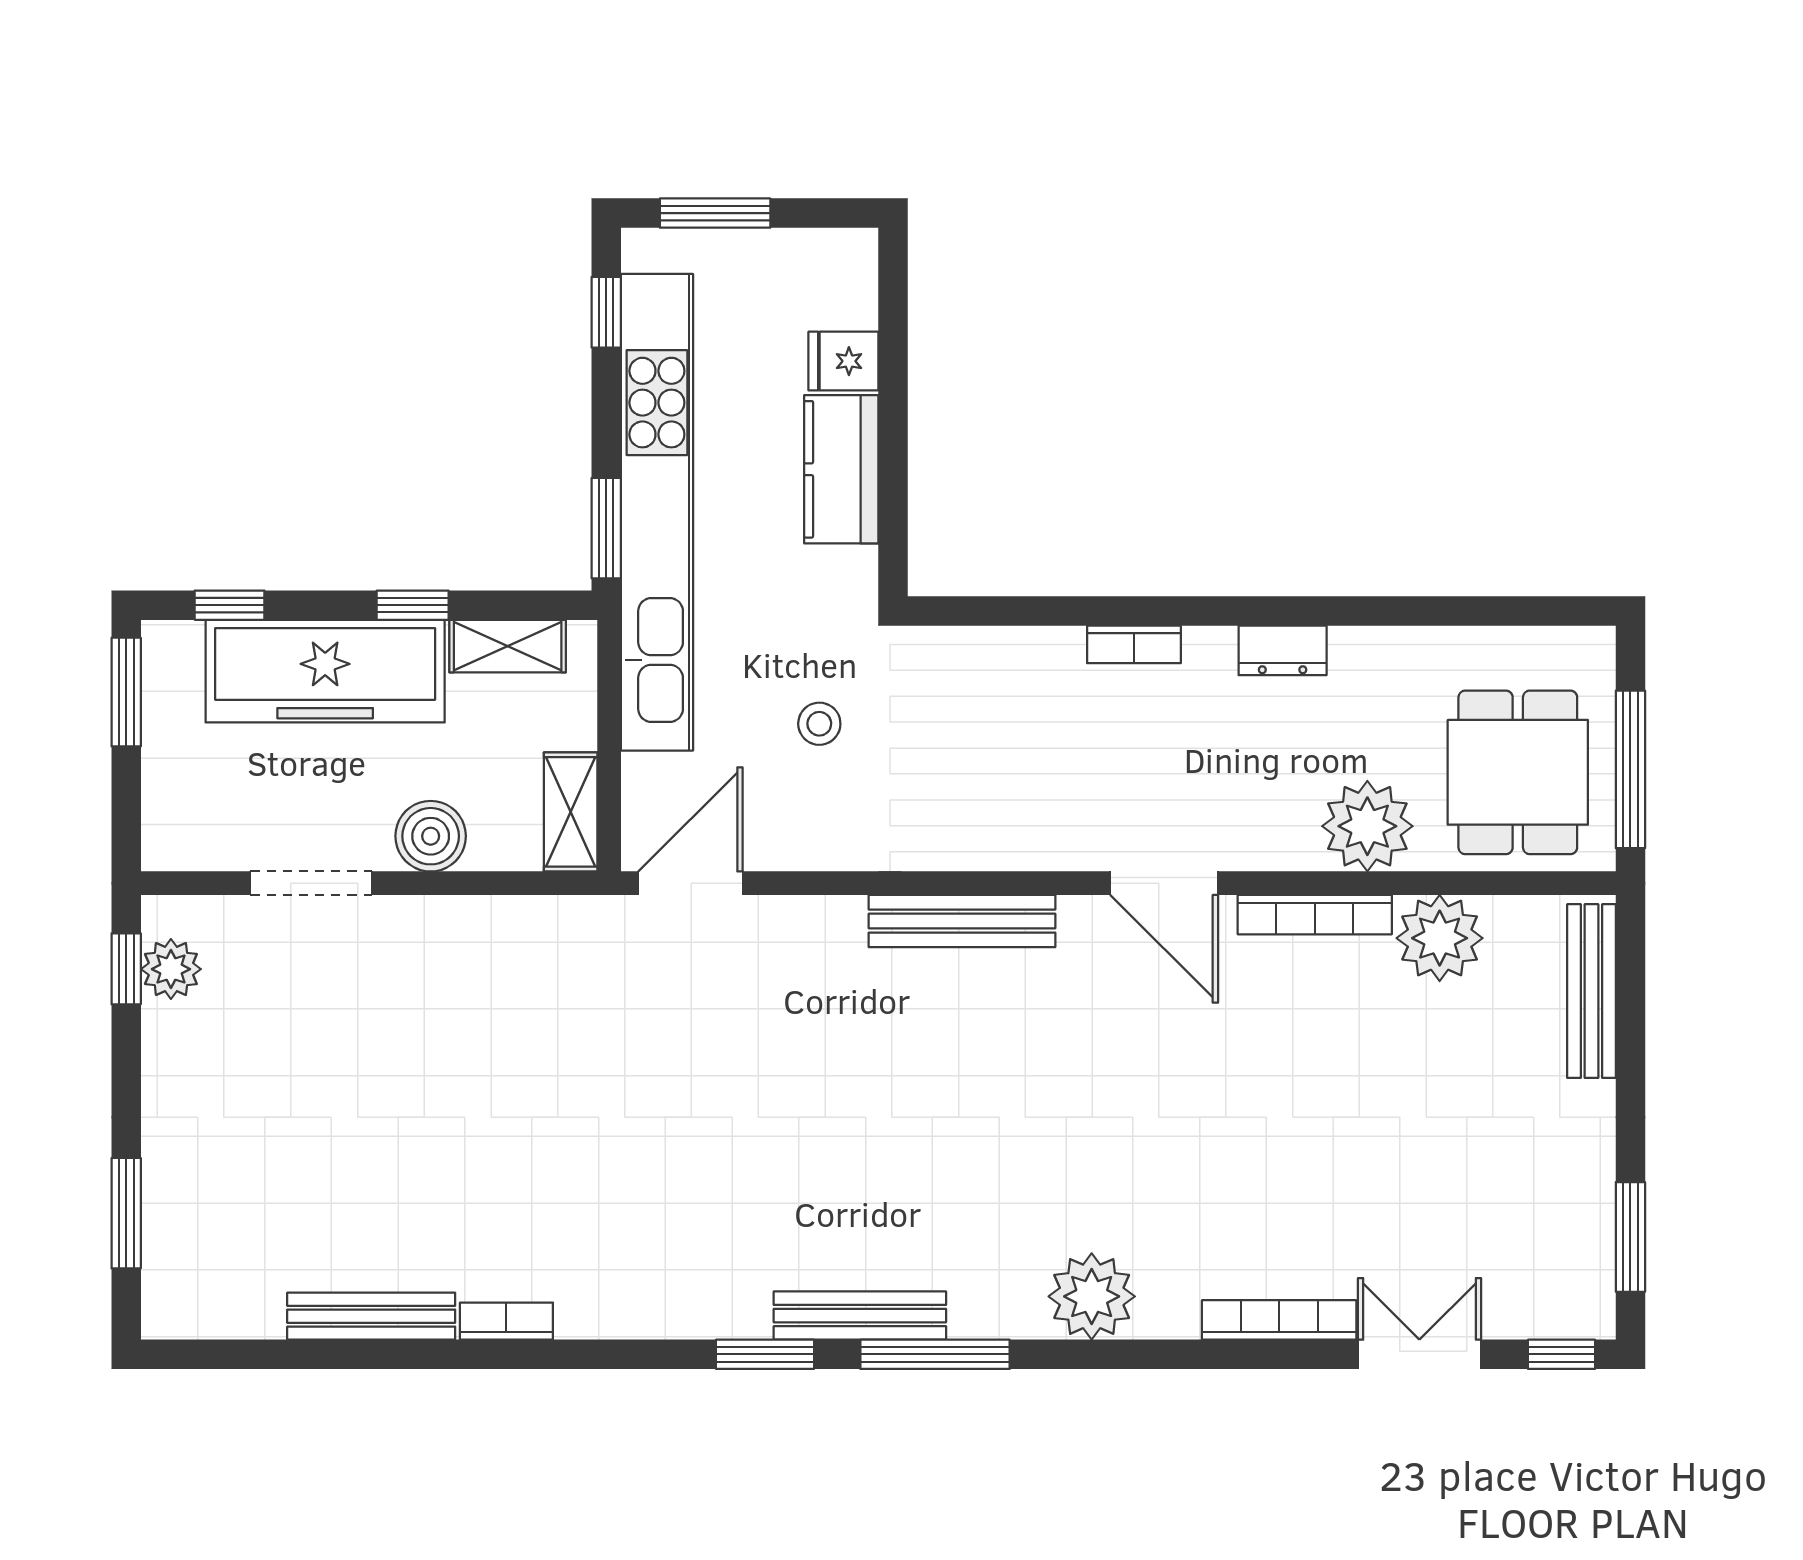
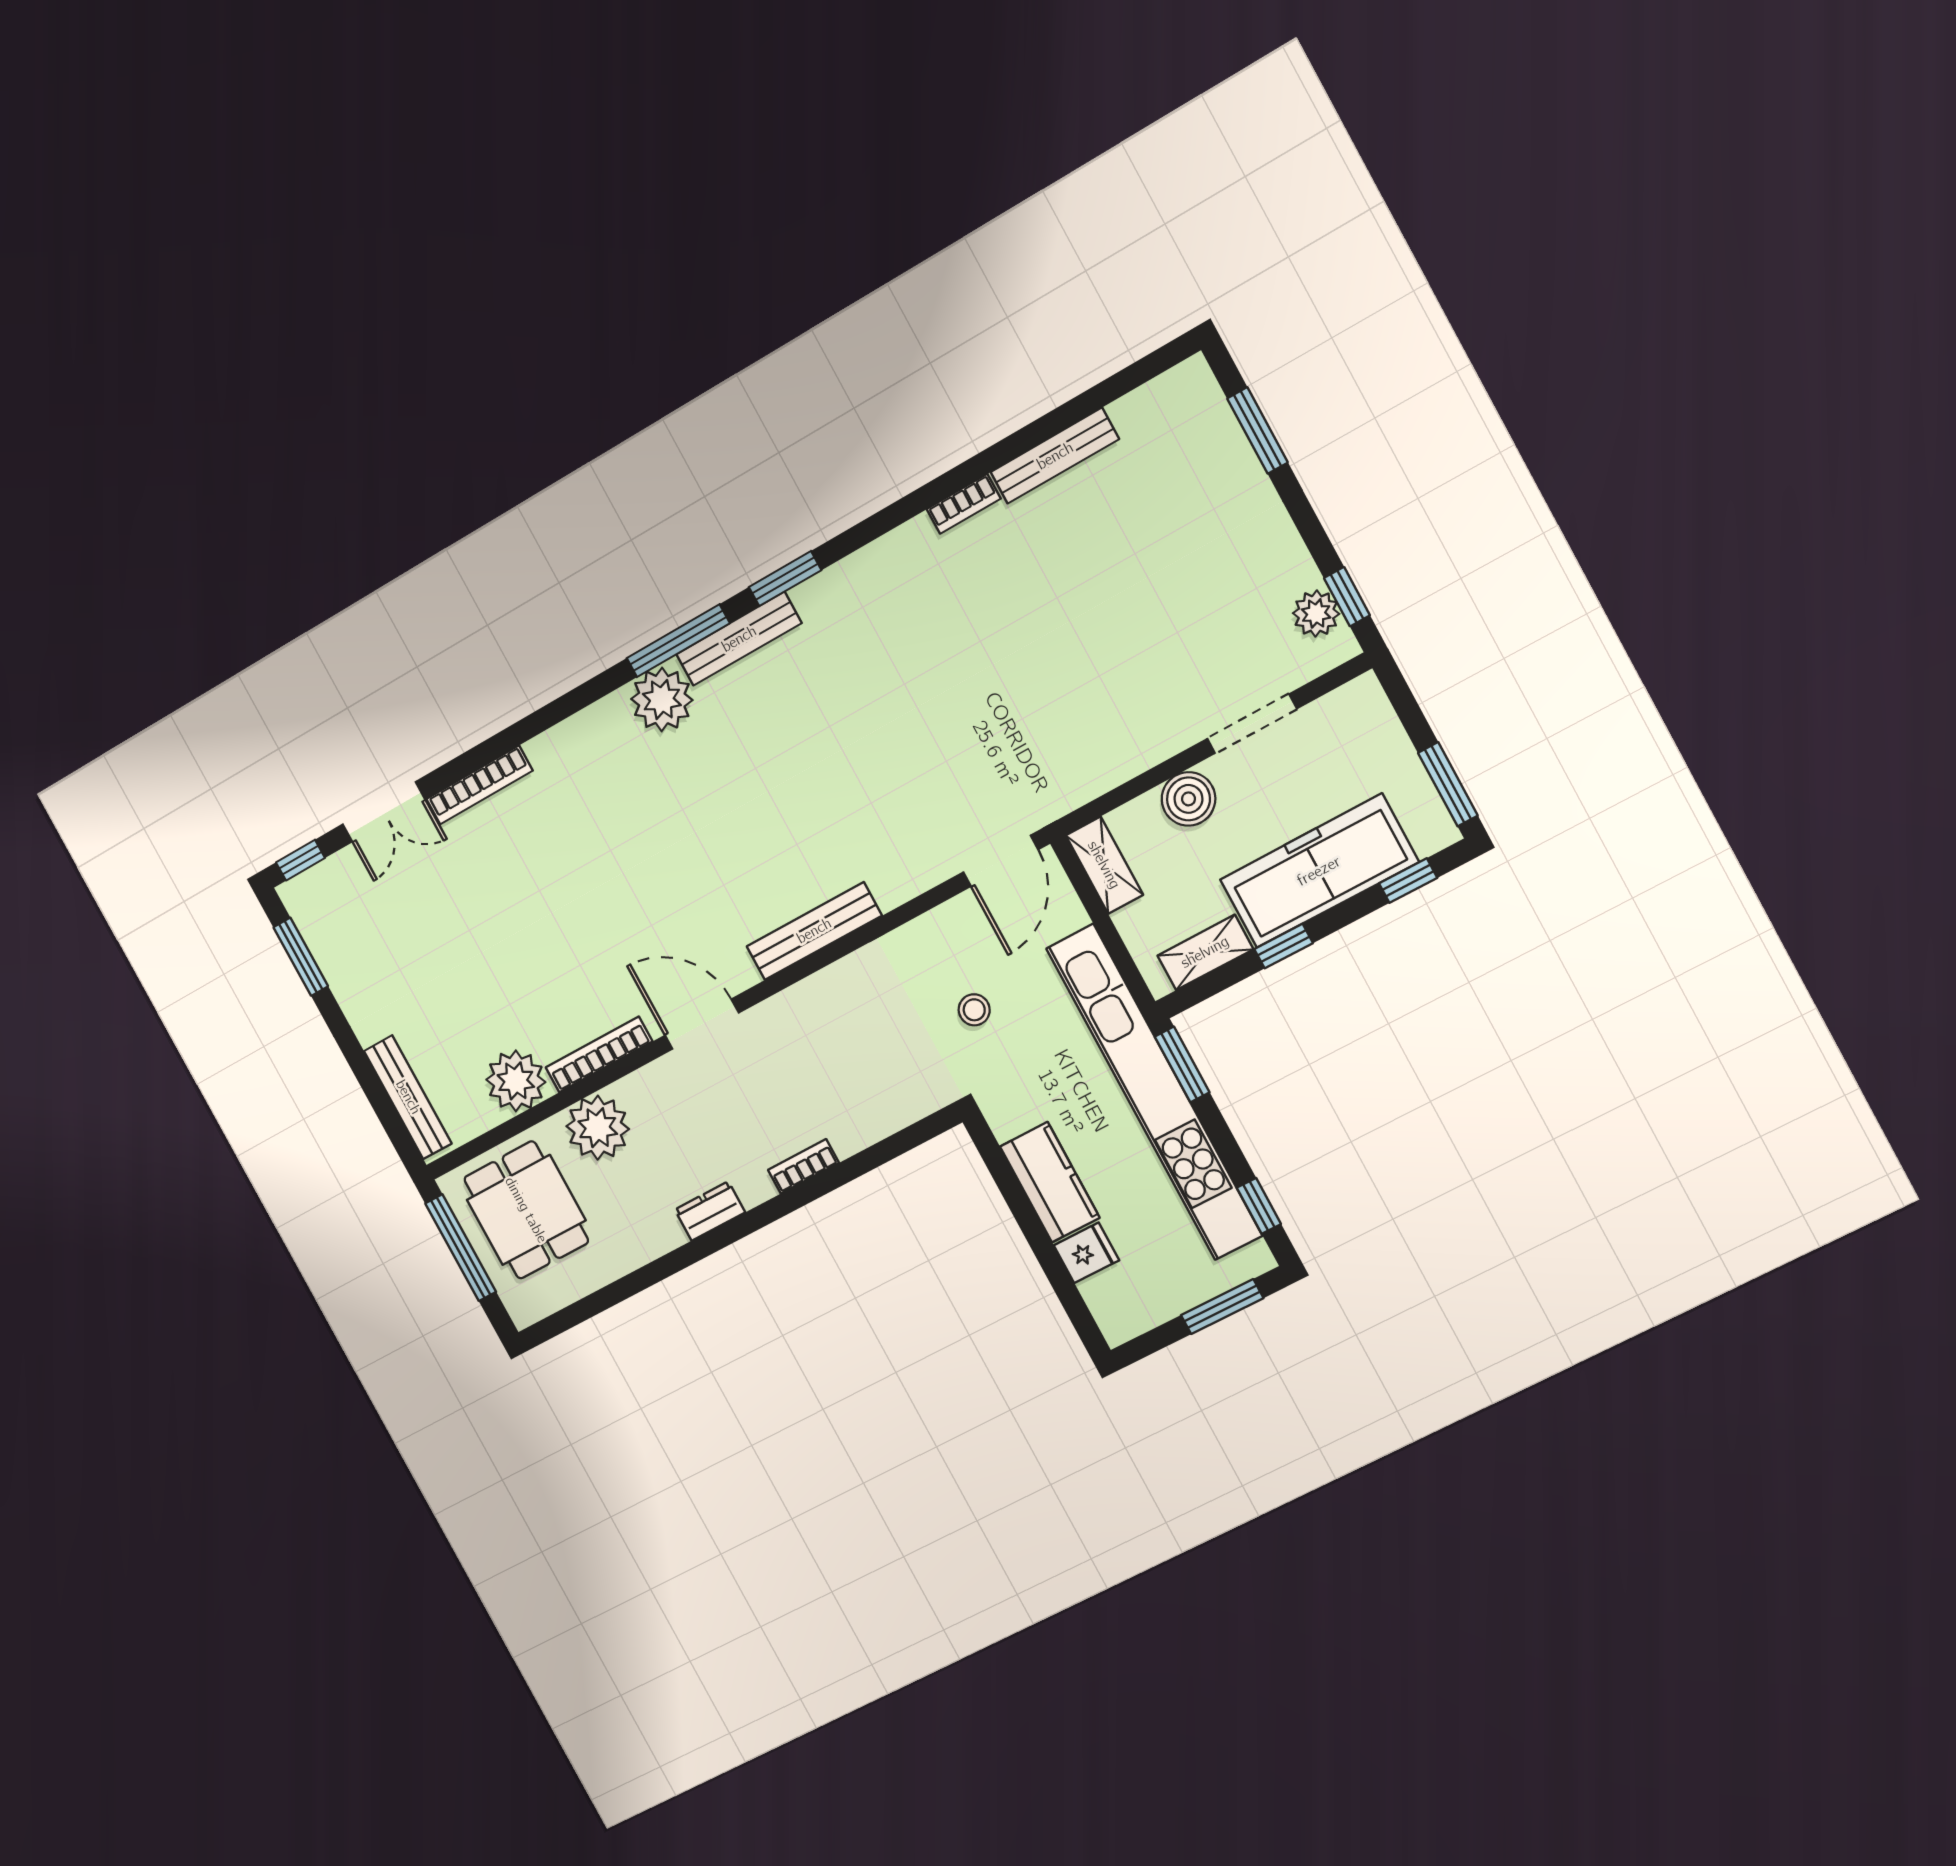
plant: (1092, 1296) -> (662, 700), moved

